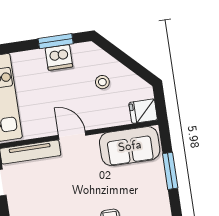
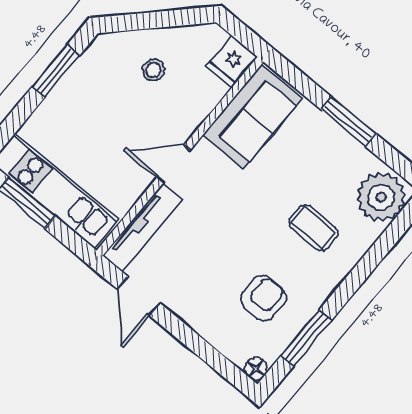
dishwasher: (59, 57) -> (77, 87), removed
window: (170, 171) -> (348, 122), moved

